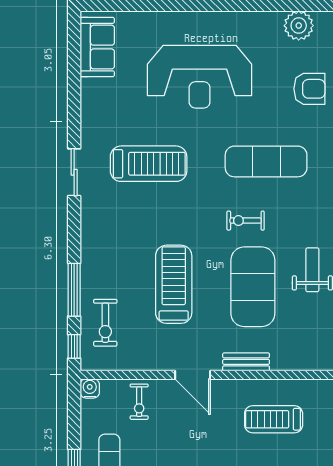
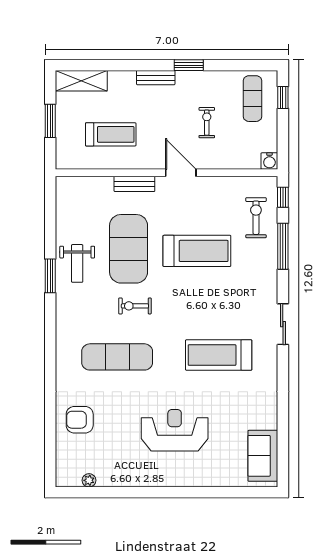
plant: (299, 26) -> (89, 480), width x0.53, depth x0.53
reception desk: (200, 77) -> (175, 430), width x0.74, depth x0.77
sliding door: (74, 172) -> (283, 324), moved
exercise bike: (246, 221) -> (135, 306), turned 180
treadmill: (174, 284) -> (197, 251), turned -90
exercise bike: (139, 402) -> (207, 123), moved

